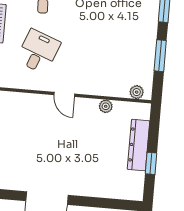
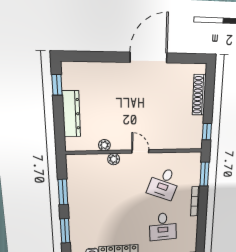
plant: (137, 92) -> (114, 159), moved
window: (151, 163) -> (57, 85), moved

